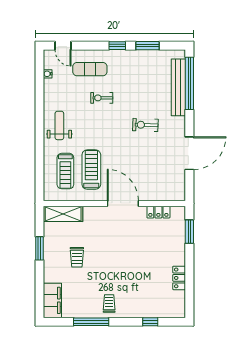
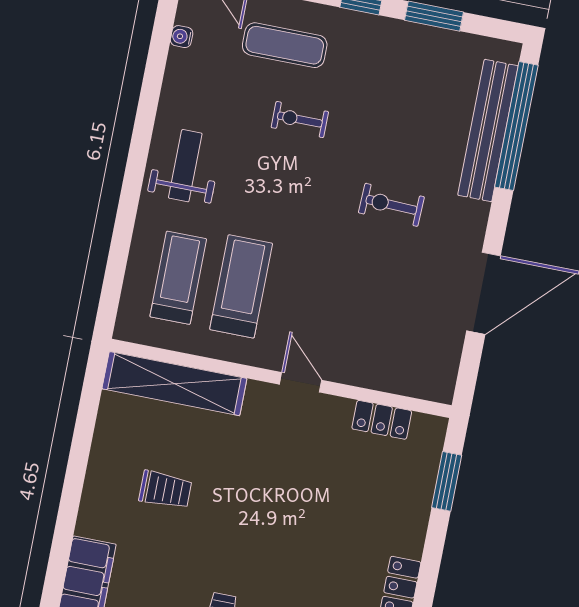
treadmill: (65, 171) -> (178, 278), turned 180
door: (123, 203) -> (301, 382), width x0.53
shelving: (63, 214) -> (174, 384), width x1.47
window: (40, 248) -> (80, 451), removed
trolley: (77, 257) -> (165, 490), turned -90

